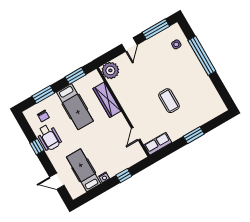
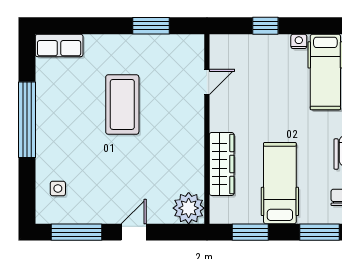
window: (202, 56) -> (27, 120), moved
coffee table: (169, 101) -> (122, 104), width x1.36, depth x1.32
window: (194, 135) -> (151, 26), moved
row of seats: (158, 144) -> (59, 45), moved

